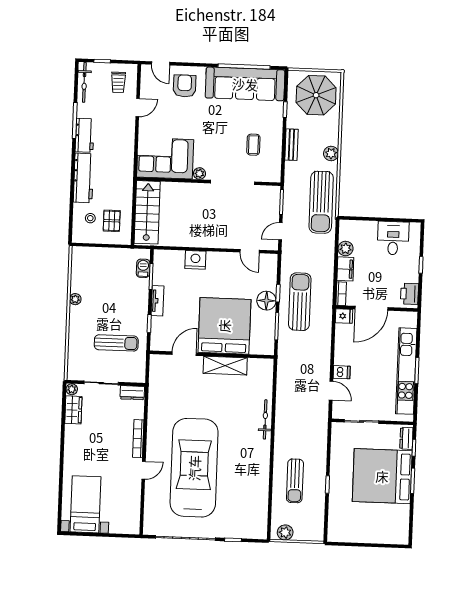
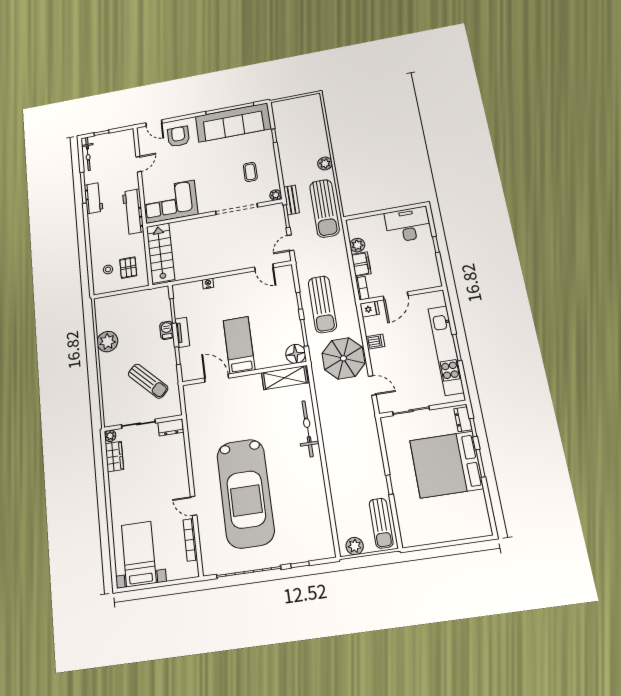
trolley: (118, 82) -> (118, 147), removed
parasol: (316, 95) -> (343, 358), moved
bench: (291, 145) -> (291, 200), moved
plant: (199, 174) -> (276, 195), moved
workbench: (83, 178) -> (133, 212), moved, turned 180
desk: (393, 238) -> (408, 225), width x1.37
nightstand: (195, 260) -> (208, 283), width x0.53, depth x0.56
barbecue: (143, 268) -> (167, 330), moved
printer: (409, 294) -> (431, 274), removed
plant: (75, 299) -> (107, 342), width x1.87, depth x1.87
floor lamp: (266, 301) -> (296, 354), moved
sun lounger: (300, 302) -> (322, 304), turned 180
door: (371, 308) -> (396, 296), width x0.73
bed: (224, 326) -> (239, 345), width x0.49
sun lounger: (116, 343) -> (148, 381), turned 45
door: (184, 354) -> (217, 378), hinge flipped
shelving: (225, 366) -> (285, 378), moved
dishwasher: (342, 372) -> (375, 342), moved
bicycle: (265, 419) -> (308, 429), width x1.37, depth x1.40
bookcase: (138, 439) -> (190, 540), moved
car: (194, 468) -> (245, 493), turned 180
door: (144, 470) -> (194, 506), swing flipped
sun lounger: (295, 481) -> (381, 523), moved

